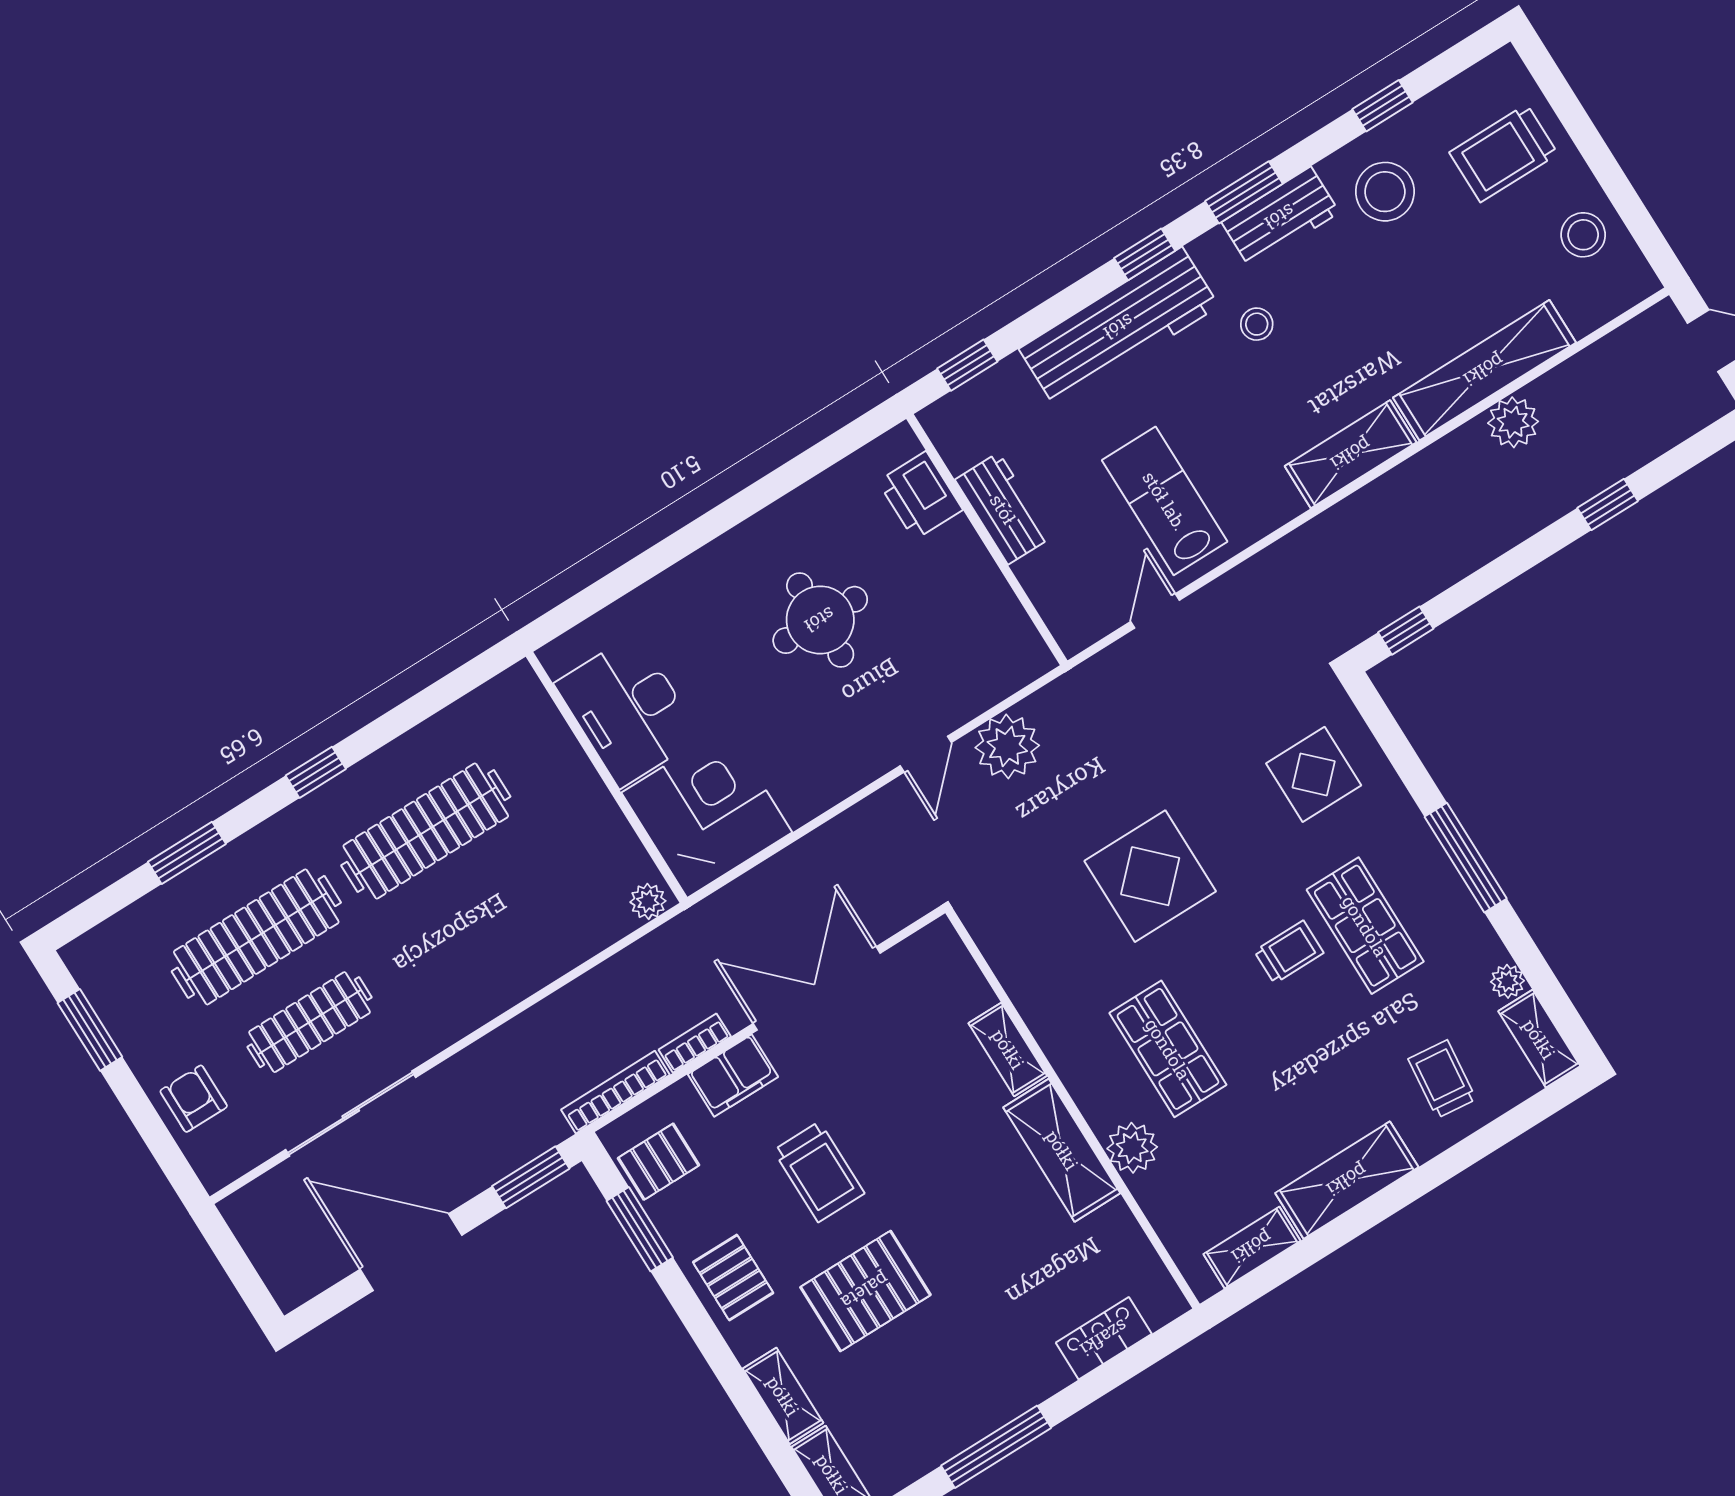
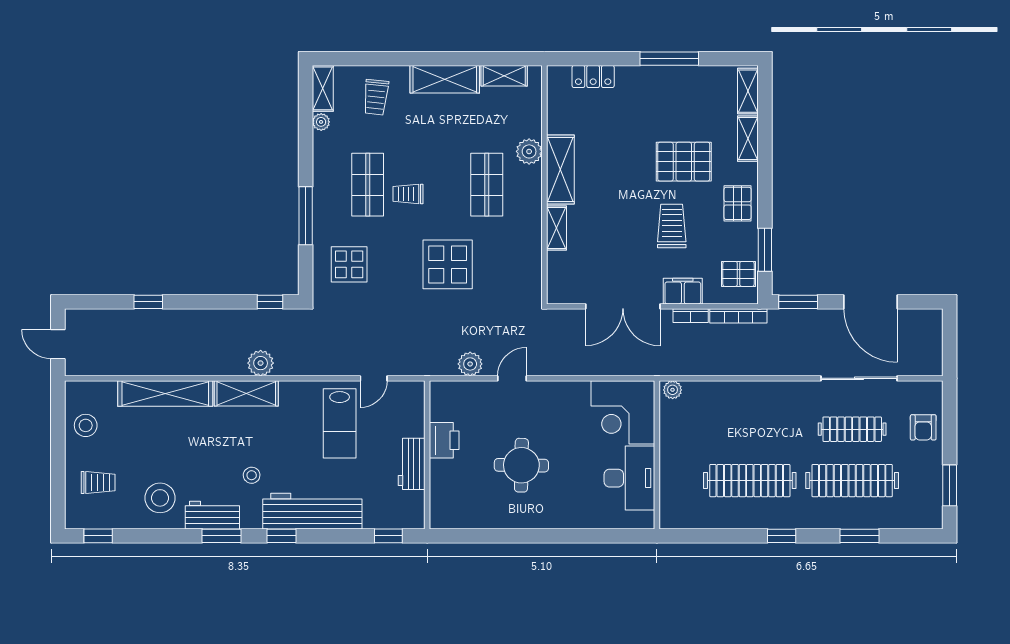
window: (1382, 106) -> (98, 536), moved
trolley: (1503, 153) -> (98, 483), width x0.73, depth x0.72
plant: (1513, 422) -> (261, 363), moved
printer: (920, 496) -> (444, 440), moved
plant: (1007, 746) -> (470, 364), width x0.73, depth x0.73
window: (1466, 858) -> (306, 216), moved

